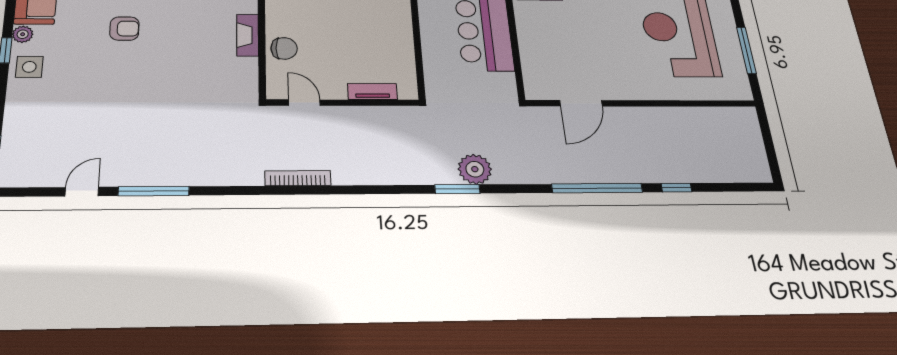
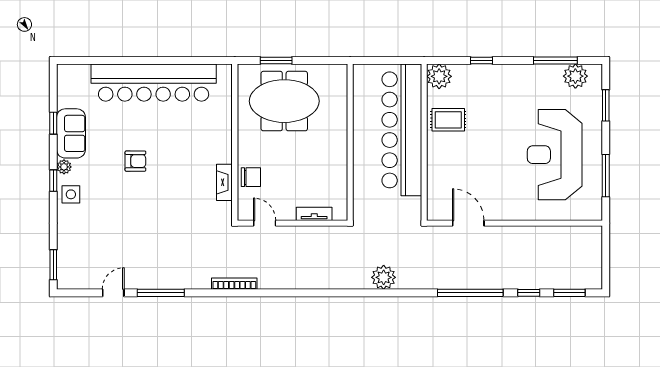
fireplace: (248, 35) -> (224, 182), moved
door: (581, 103) -> (468, 223), swing flipped
bookcase: (298, 178) -> (234, 284), moved
window: (457, 189) -> (569, 293), moved

